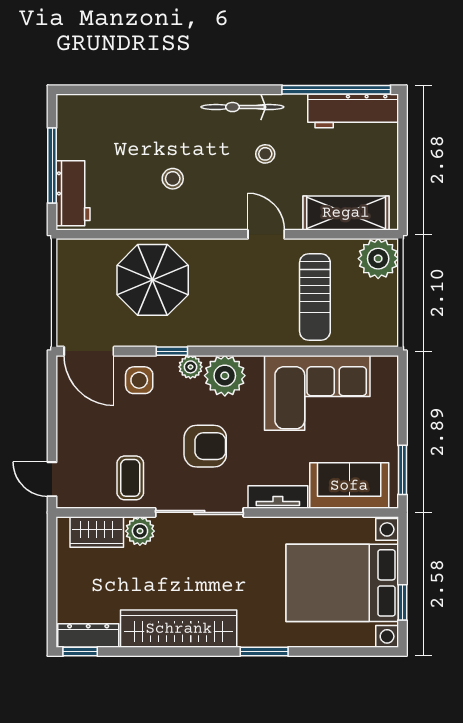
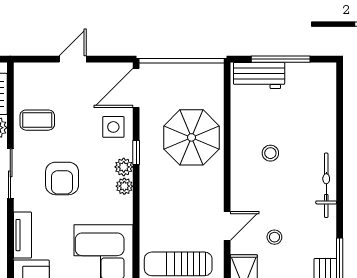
bicycle: (242, 107) -> (326, 185), moved
stool: (265, 154) -> (274, 237), moved
plant: (225, 376) -> (124, 186), width x0.53, depth x0.53
door: (52, 479) -> (73, 59), moved
sliding door: (199, 512) -> (10, 174), width x0.73

